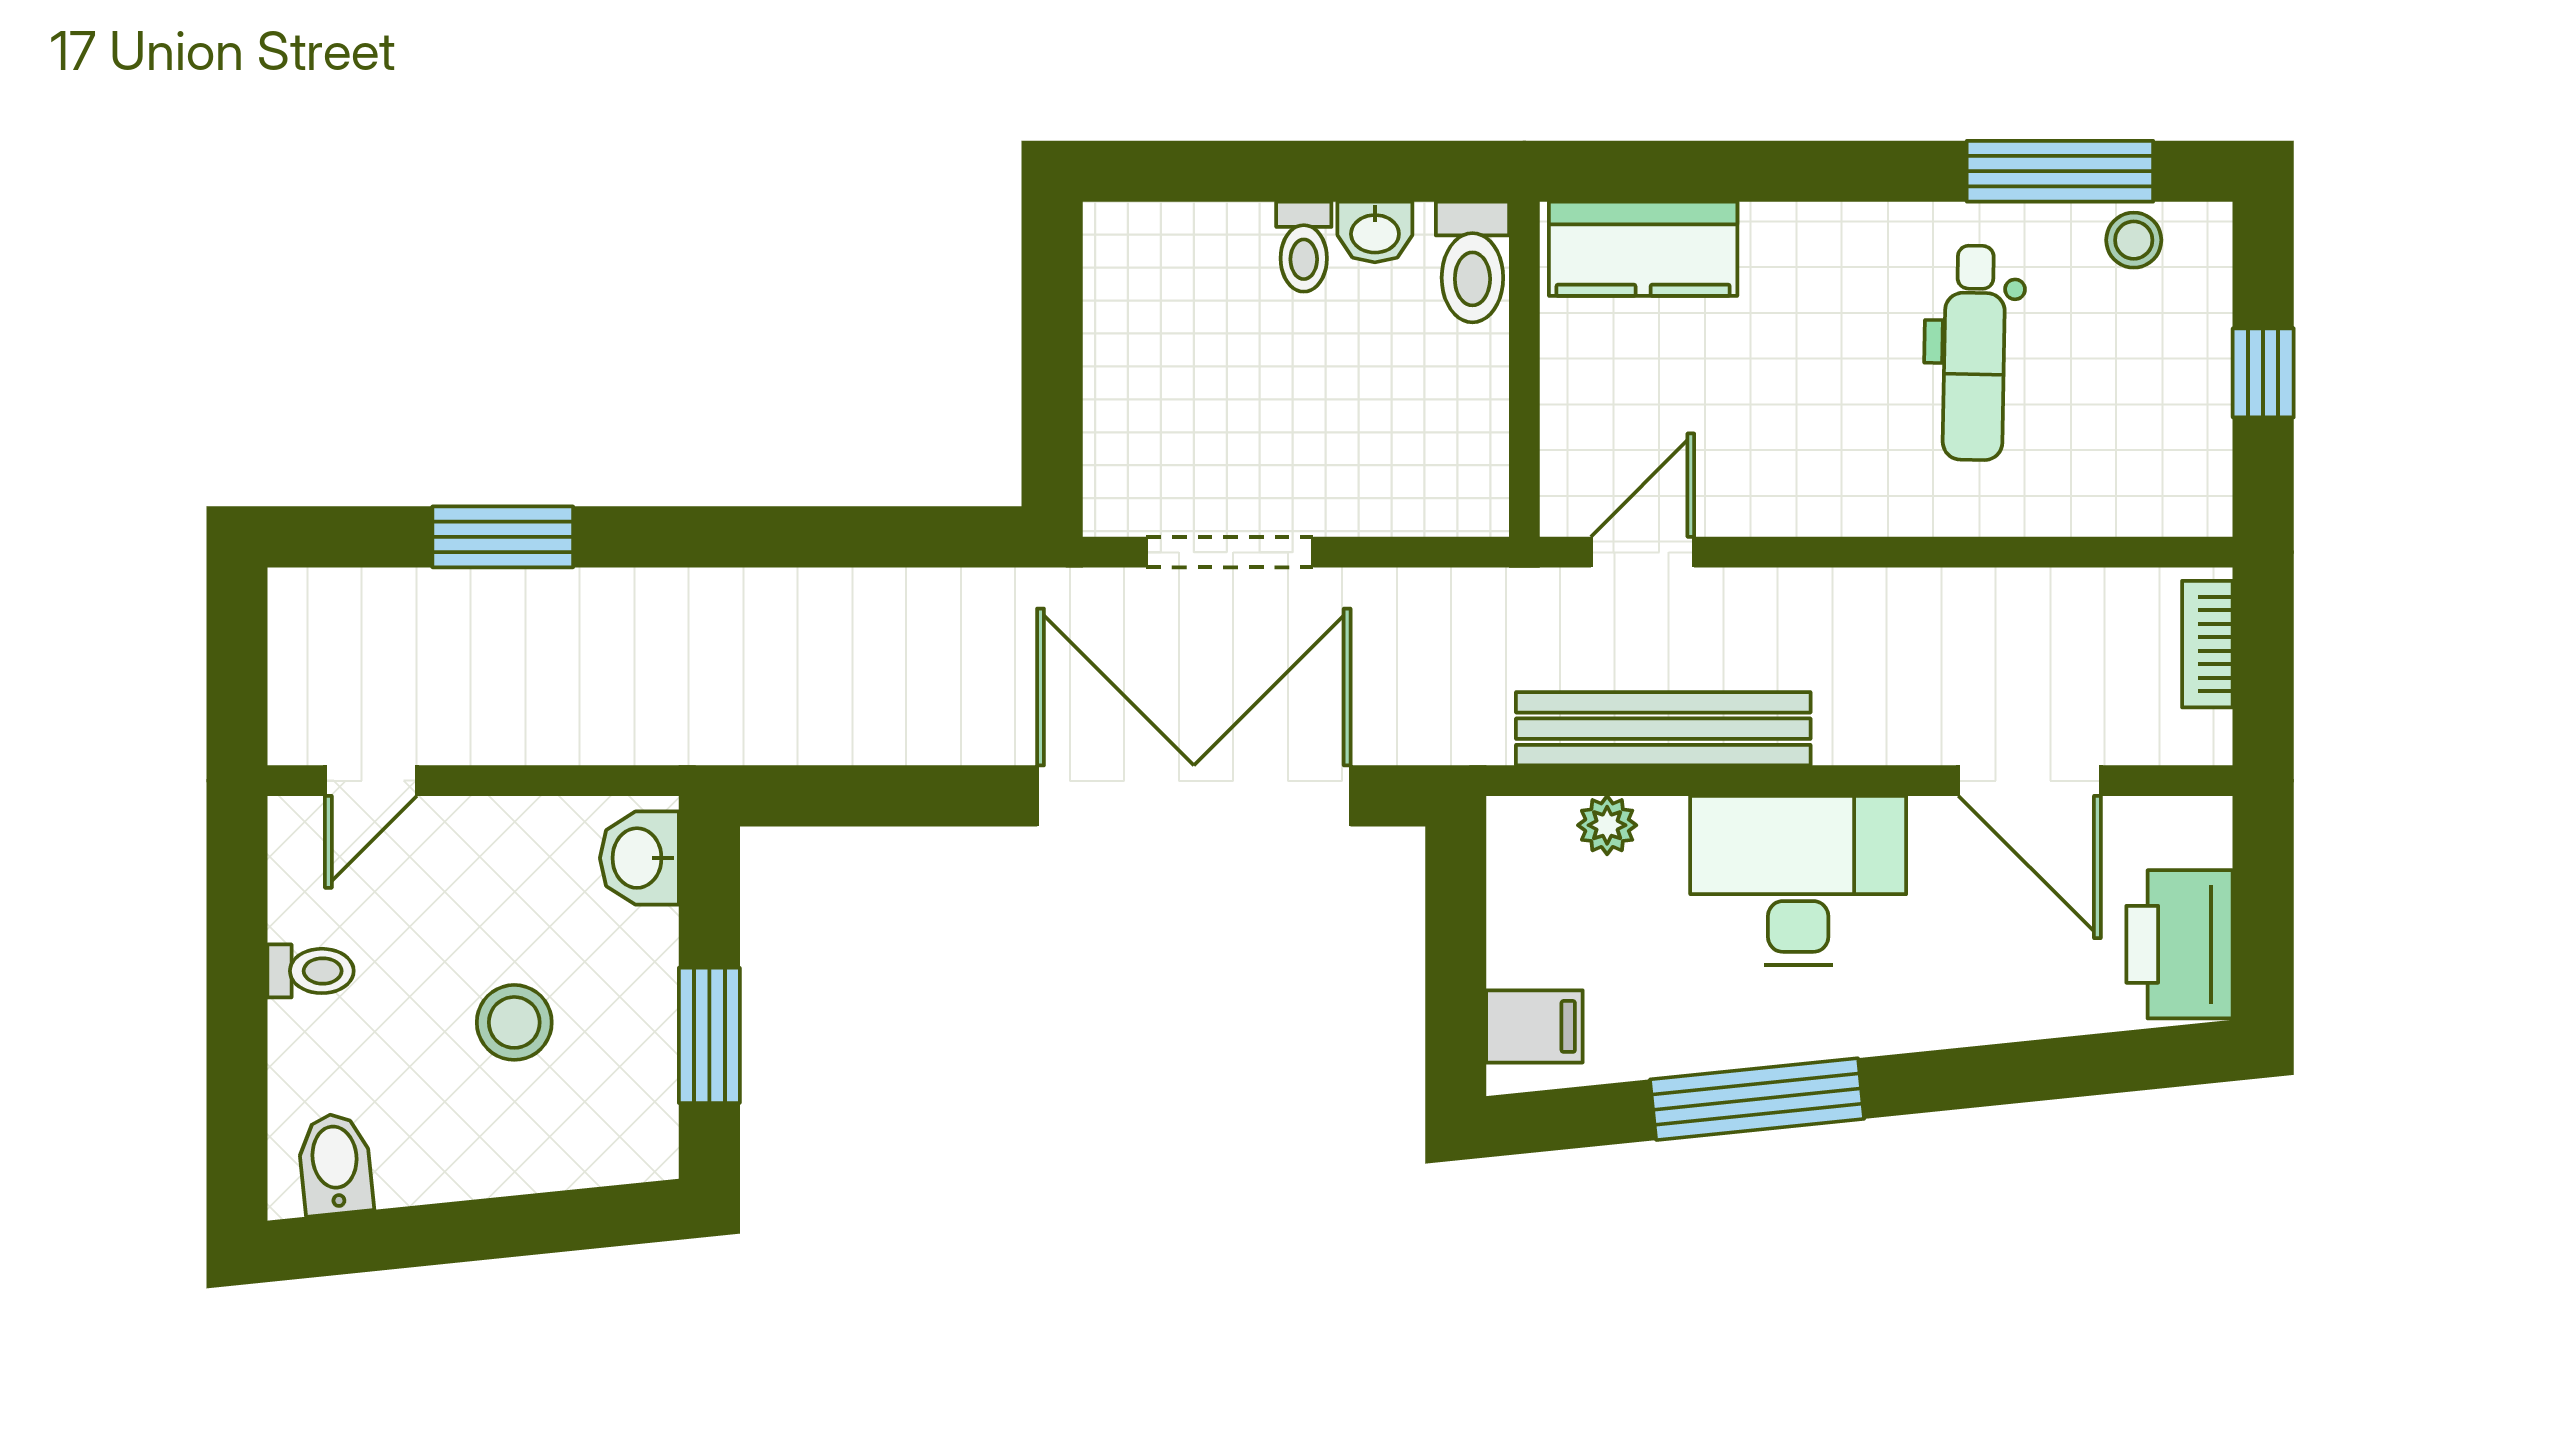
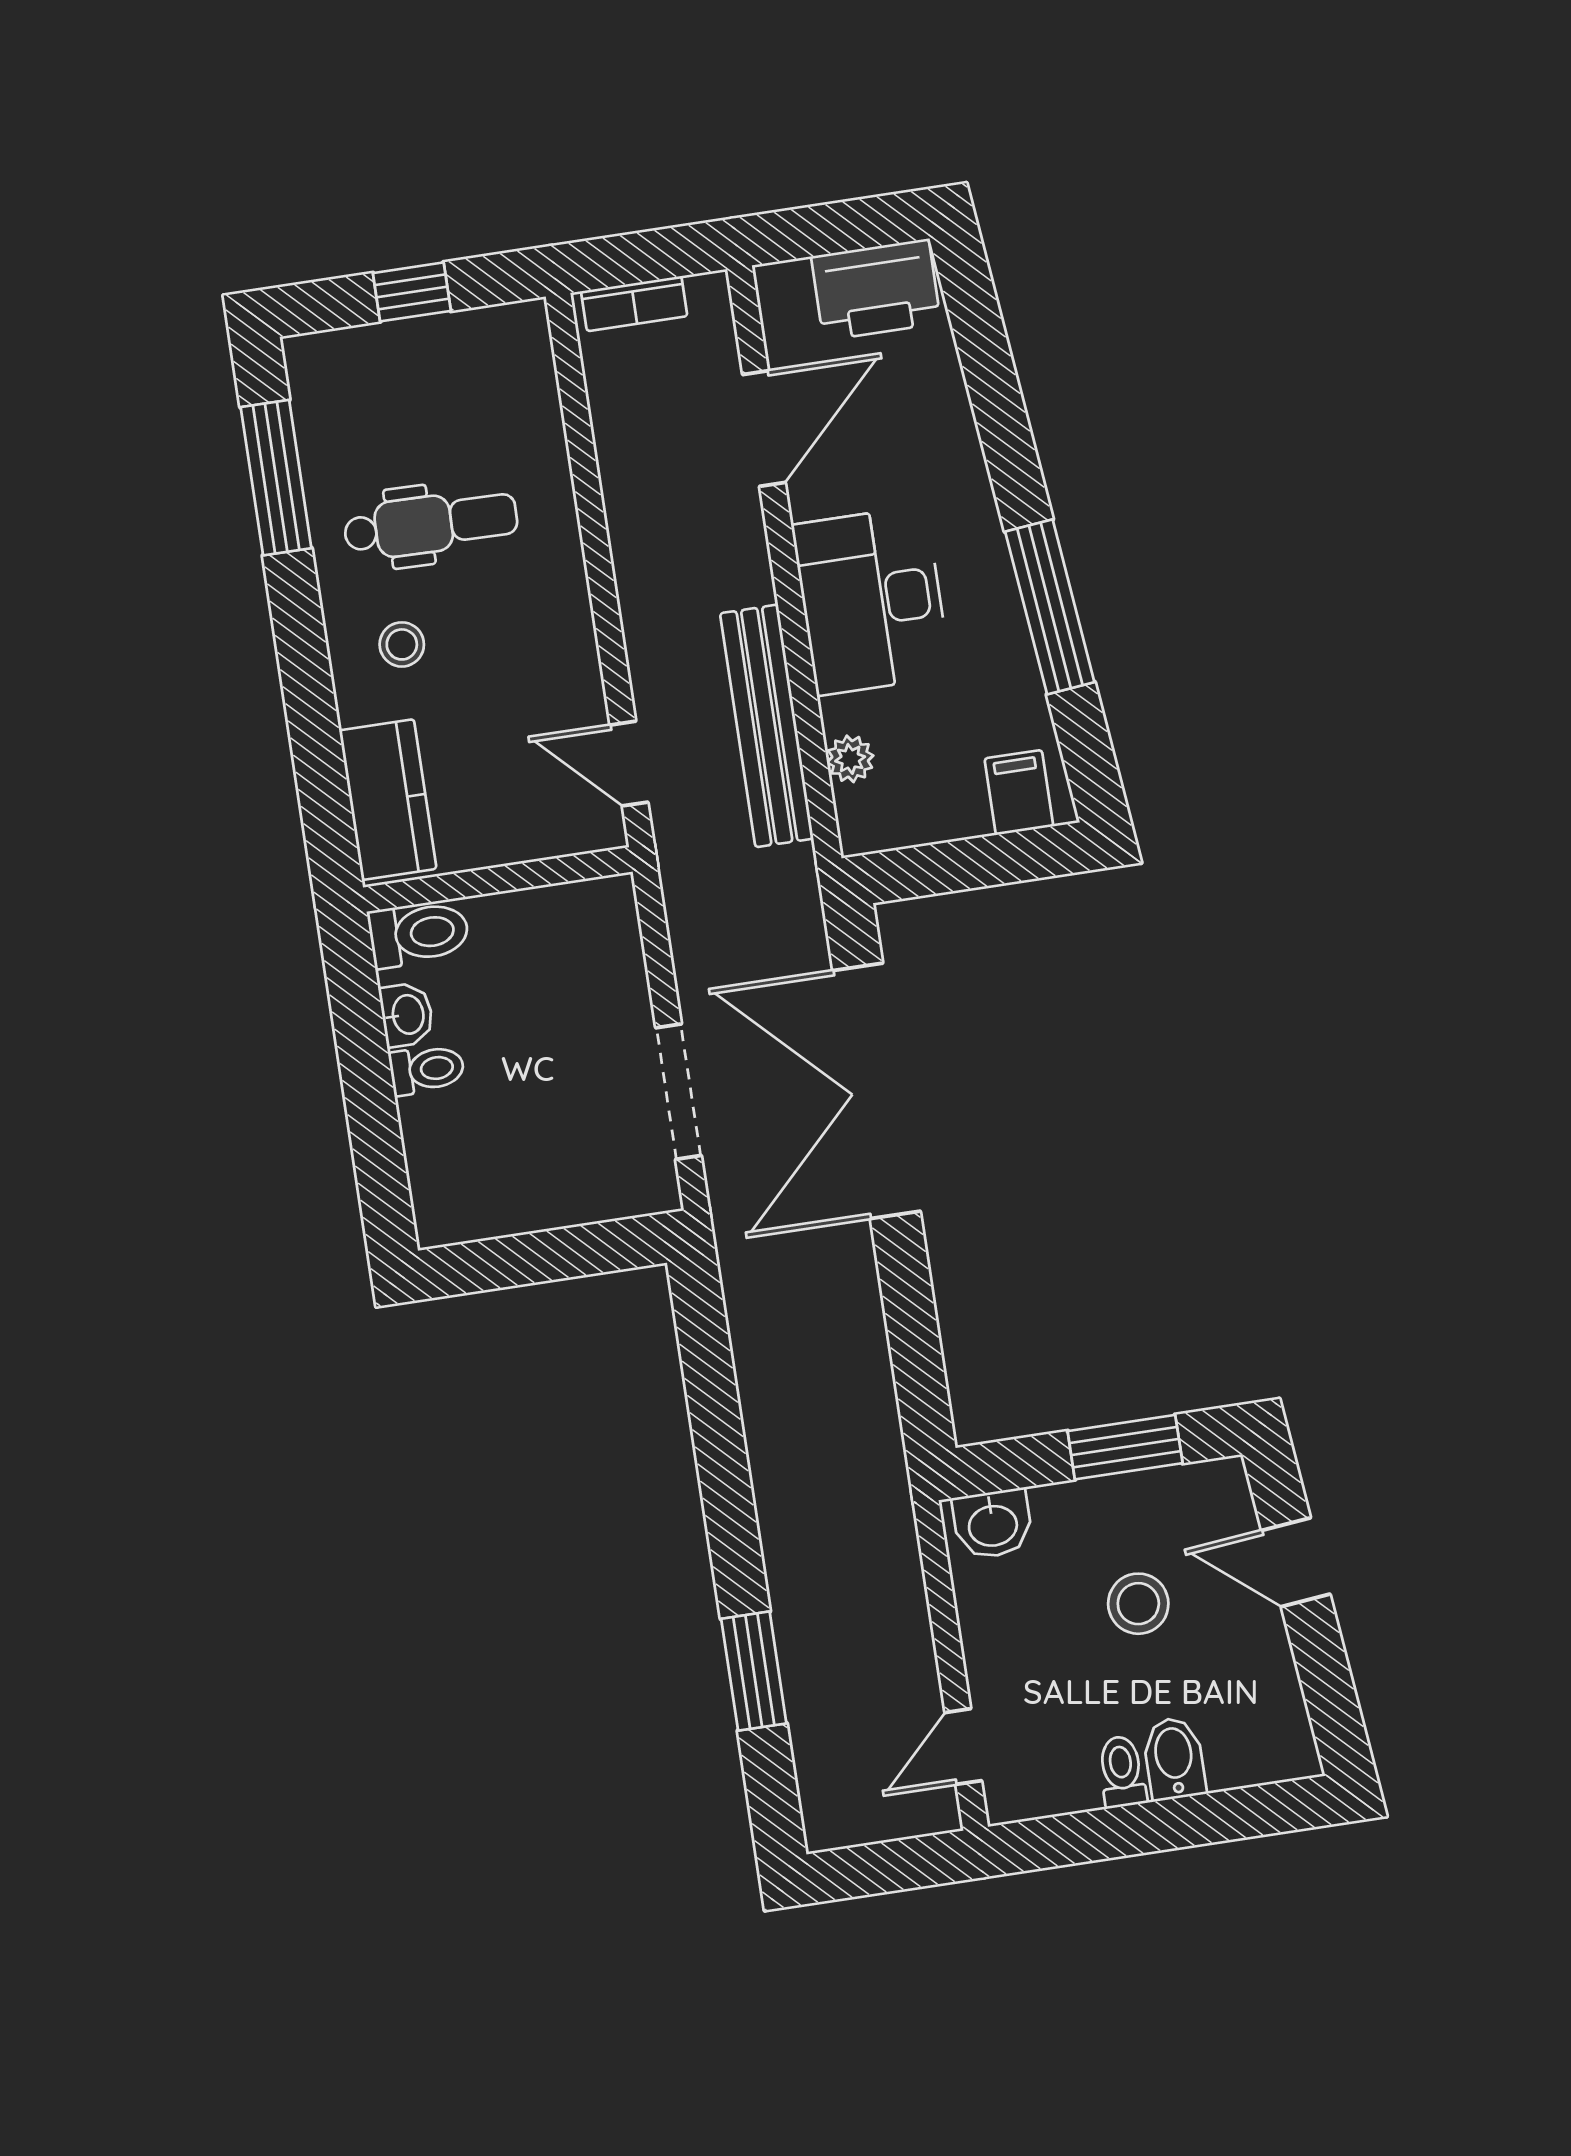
stool: (2134, 240) -> (402, 644), moved
door: (371, 781) -> (963, 1747), swing flipped
bidet: (335, 1164) -> (1174, 1758), moved, turned 96
door: (536, 1224) -> (1296, 1562), added

